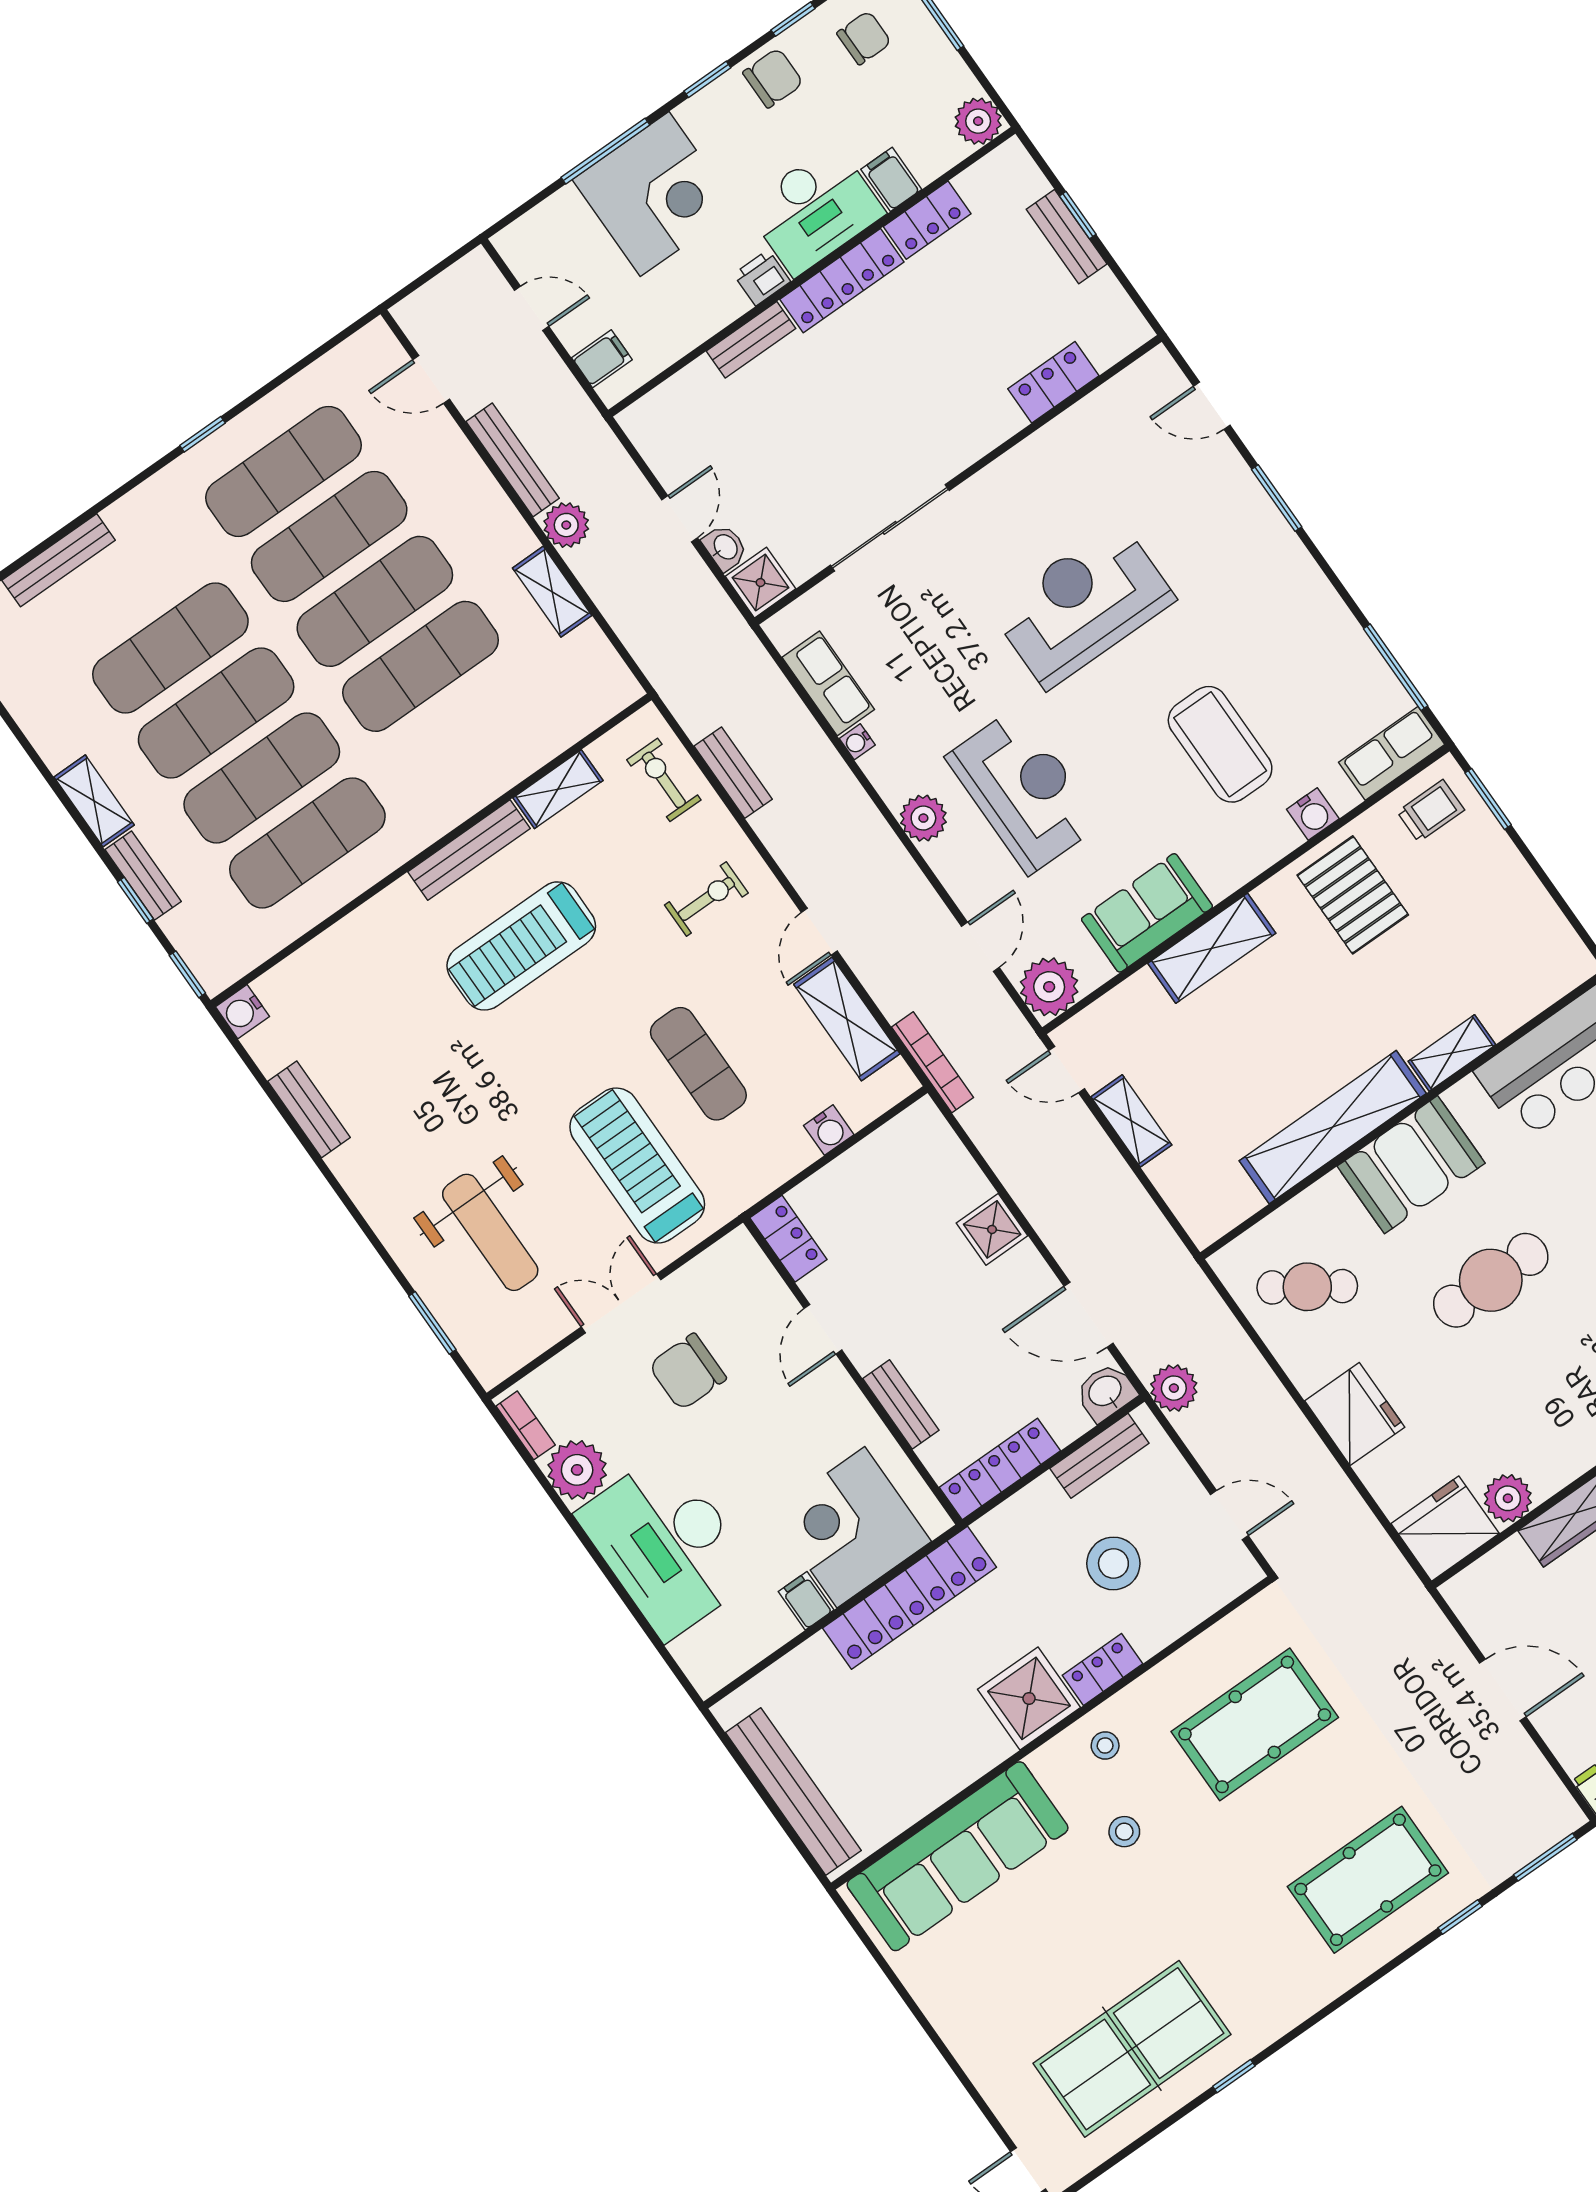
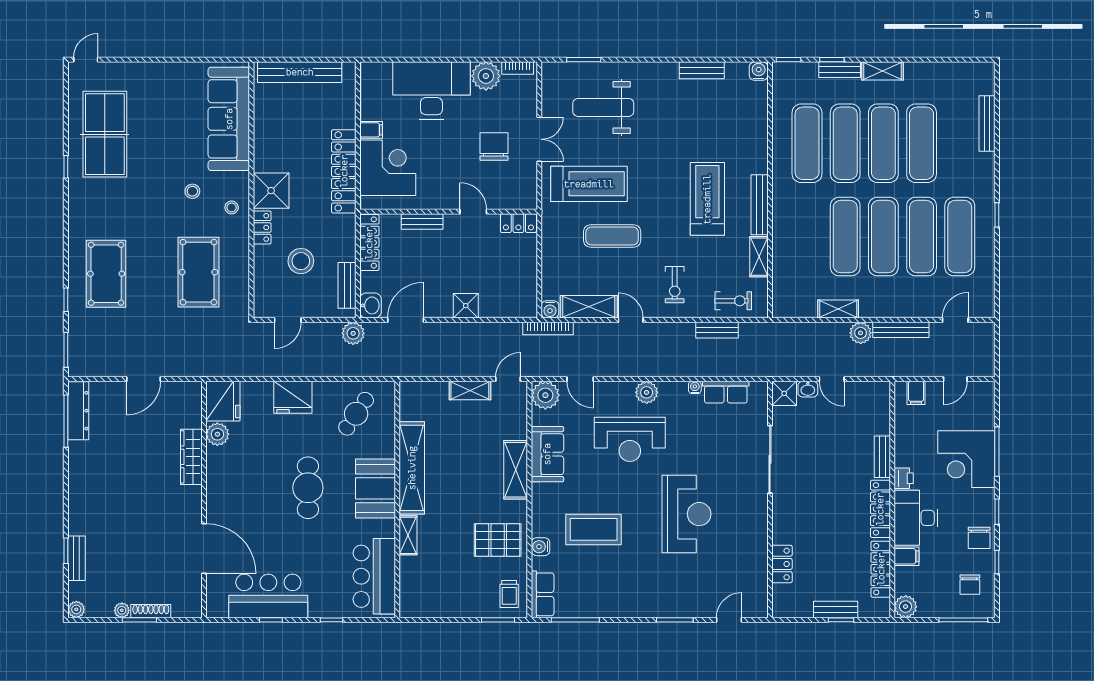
locker: (927, 220) -> (881, 569), width x1.53
water cooler: (829, 1130) -> (550, 309), moved, turned -90

